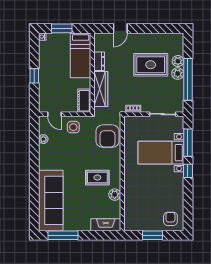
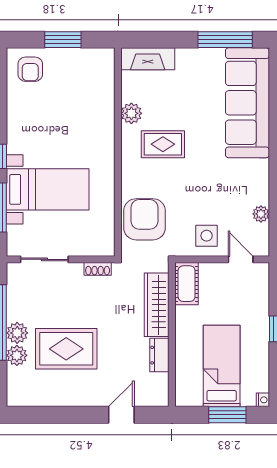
bed: (81, 55) -> (222, 366), moved

